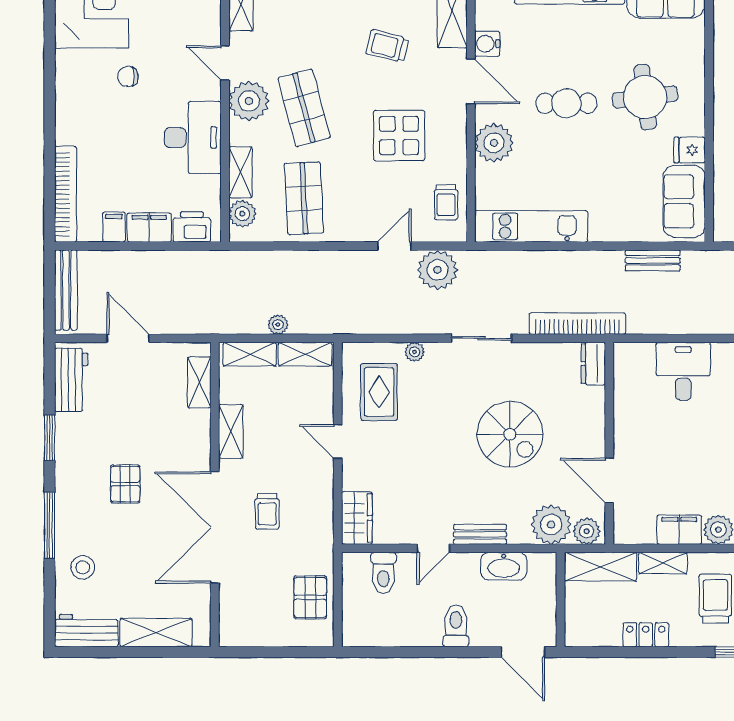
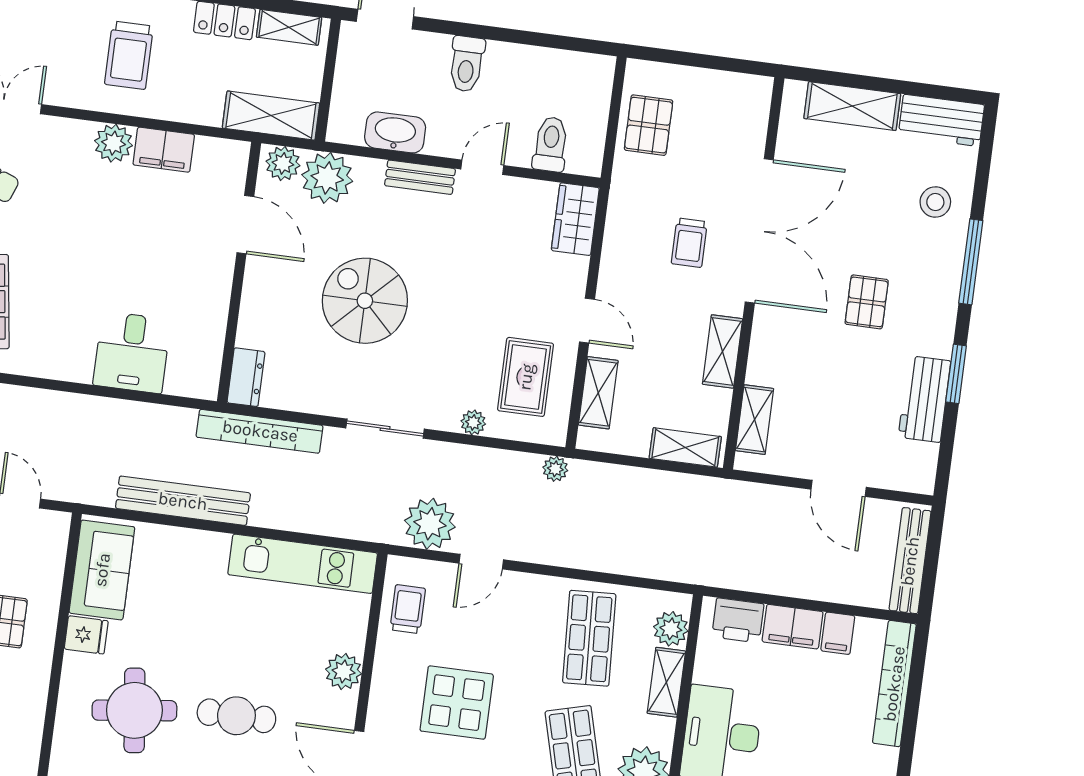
plant: (494, 143) -> (344, 671), width x0.73, depth x0.73
bench: (653, 260) -> (183, 501), width x1.86, depth x1.21
plant: (278, 325) -> (555, 469), moved
shelving: (305, 354) -> (598, 393), moved, turned 90
workbench: (71, 380) -> (925, 399), moved
trolley: (267, 511) -> (689, 243), turned 180
shelving: (663, 563) -> (289, 27), moved

